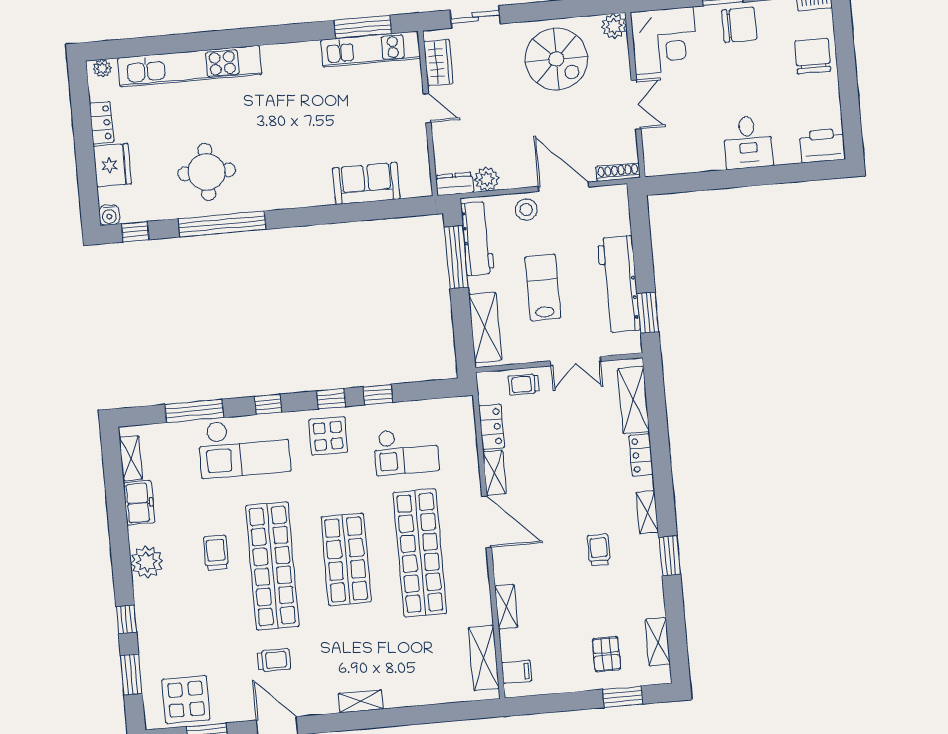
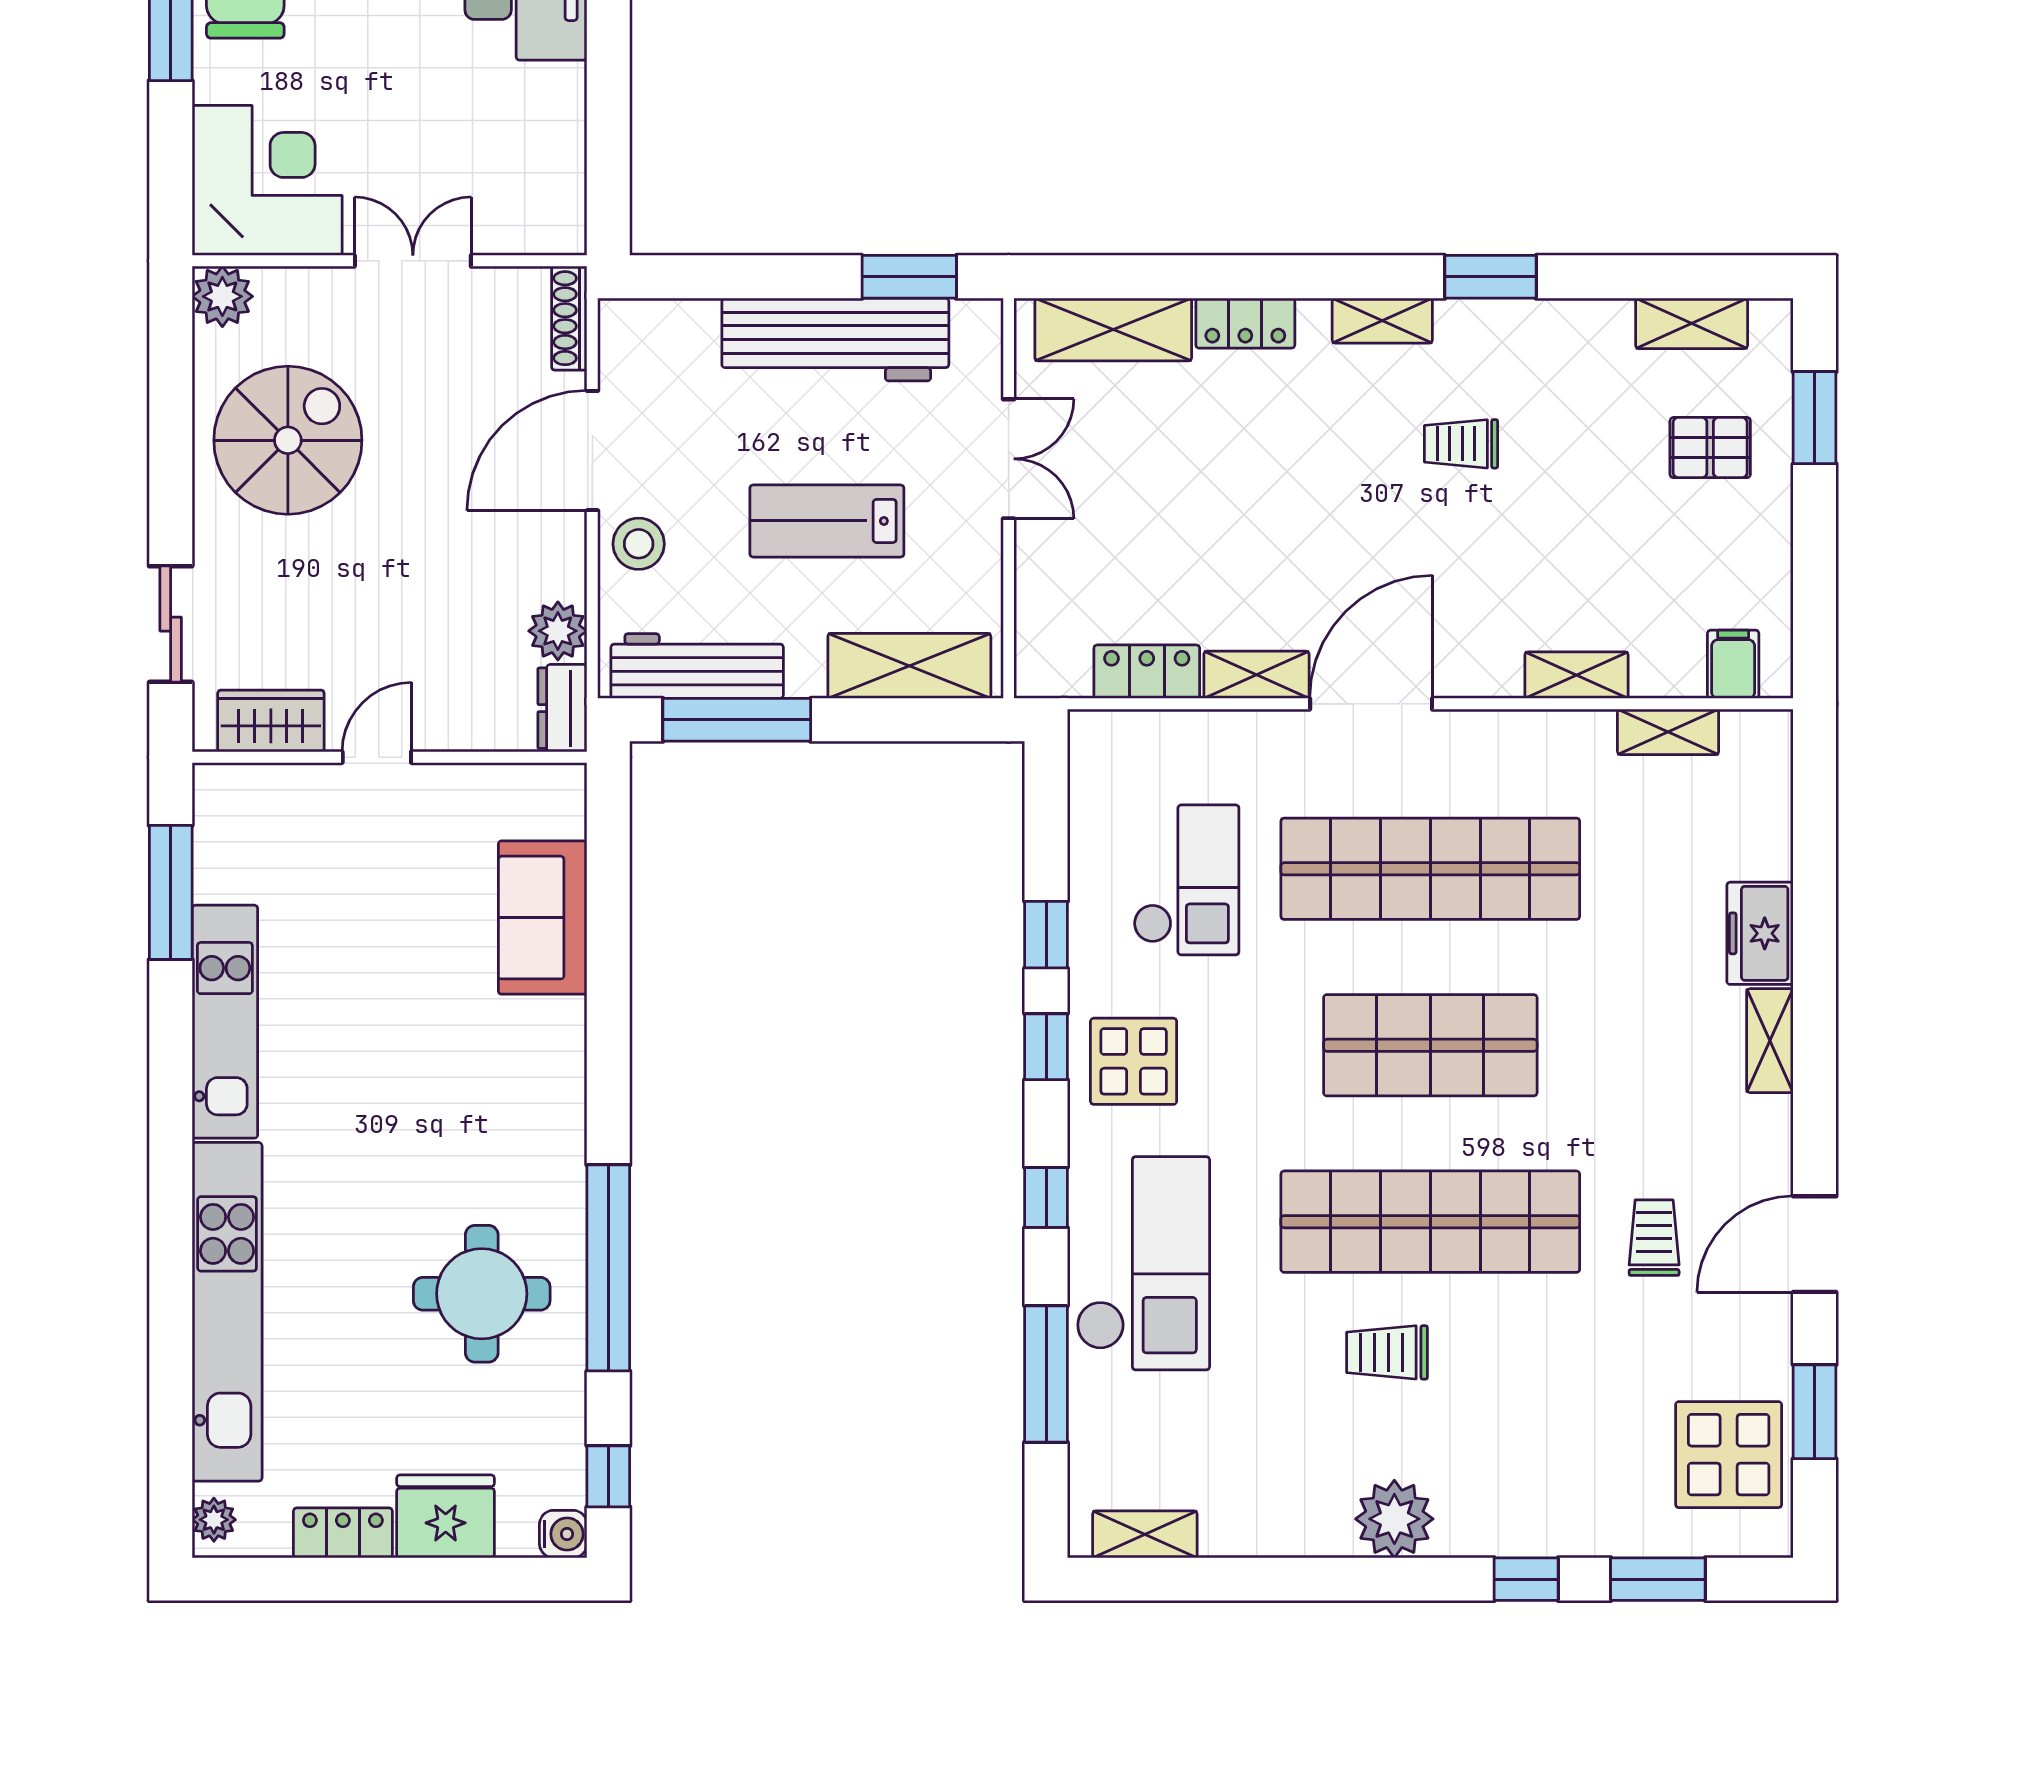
kitchen unit: (370, 49) -> (225, 1022), moved
trolley: (524, 384) -> (1053, 587), removed
freezer: (139, 503) -> (1760, 933), moved, turned -90
shelving: (484, 658) -> (1668, 732), width x0.67, depth x0.75

